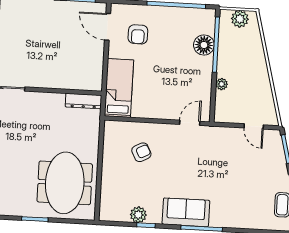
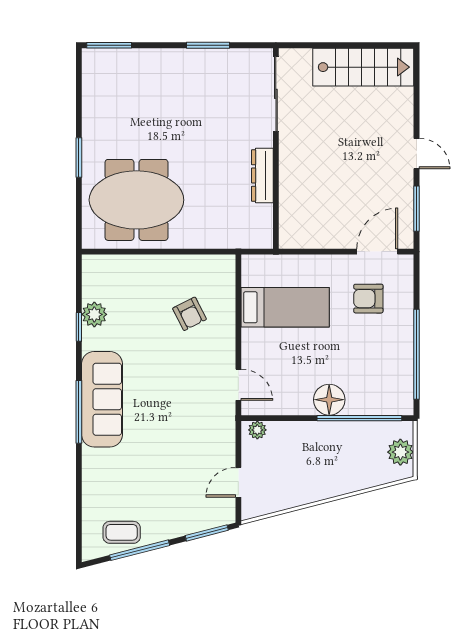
floor lamp: (204, 45) -> (329, 400), moved
plant: (222, 84) -> (257, 430), moved
bed: (119, 88) -> (285, 307), moved
dresser: (83, 101) -> (262, 176), moved
sofa: (186, 212) -> (102, 399), width x1.36

